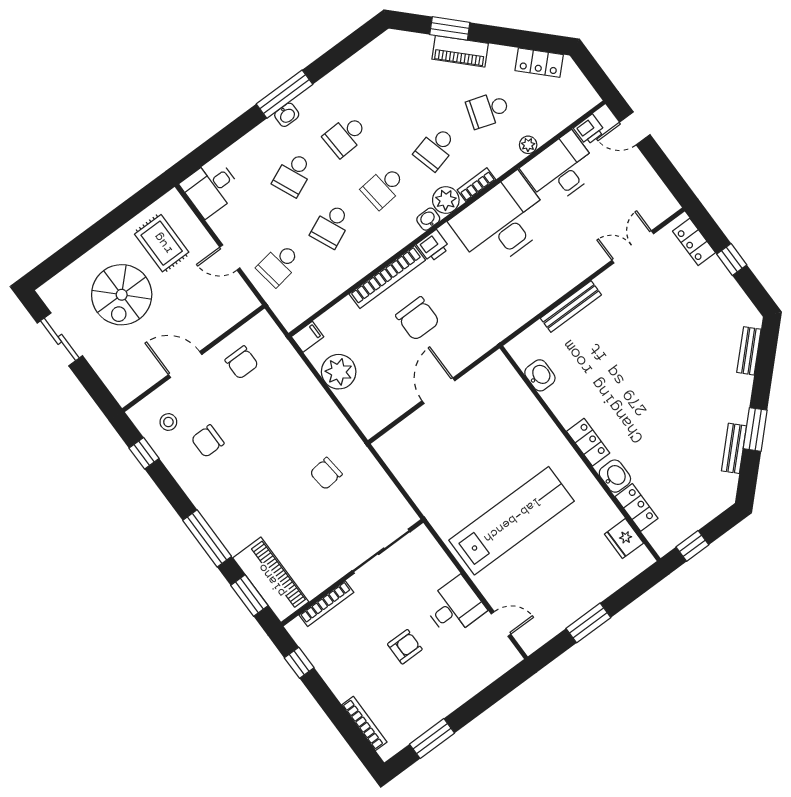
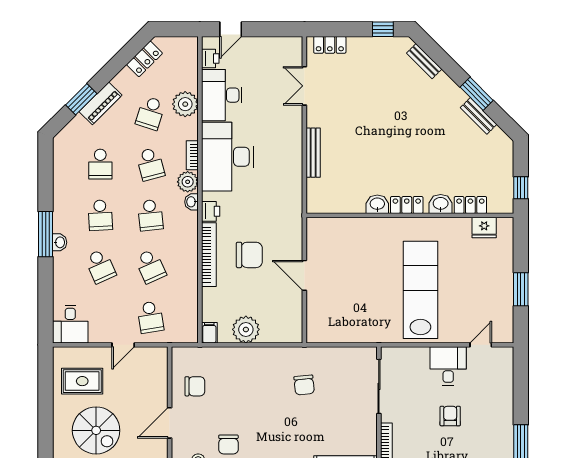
school desk: (398, 97) -> (100, 164), added
plant: (528, 145) -> (185, 104), width x1.88, depth x1.88
window: (732, 259) -> (383, 29), moved
washbasin: (540, 375) -> (377, 204), moved

